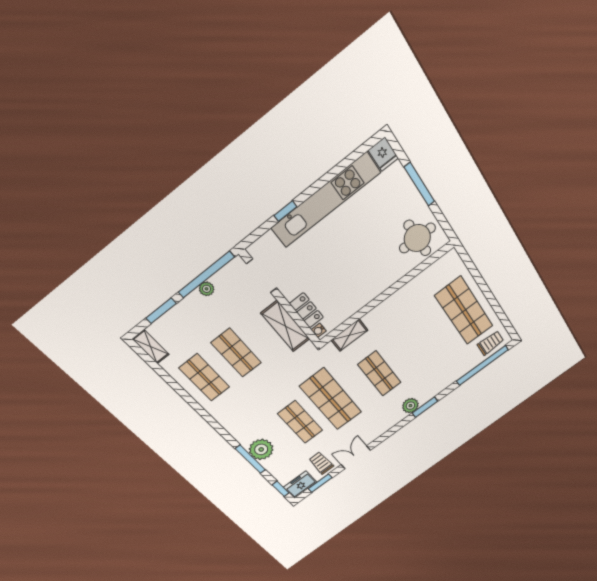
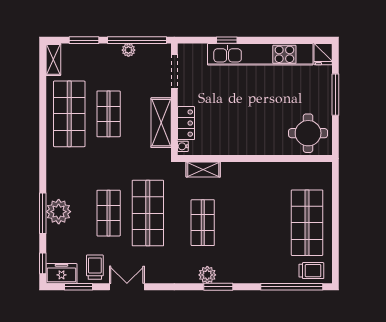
shop shelf: (204, 377) -> (69, 114), width x1.43, depth x1.36

